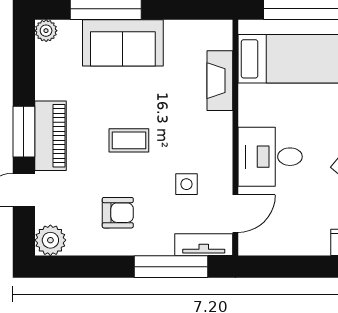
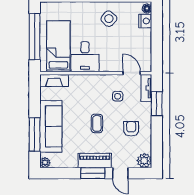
sofa: (123, 43) -> (51, 126), width x1.36
fireplace: (220, 81) -> (54, 80), moved
desk: (270, 157) -> (85, 57), moved
window: (171, 267) -> (157, 104), width x0.69

